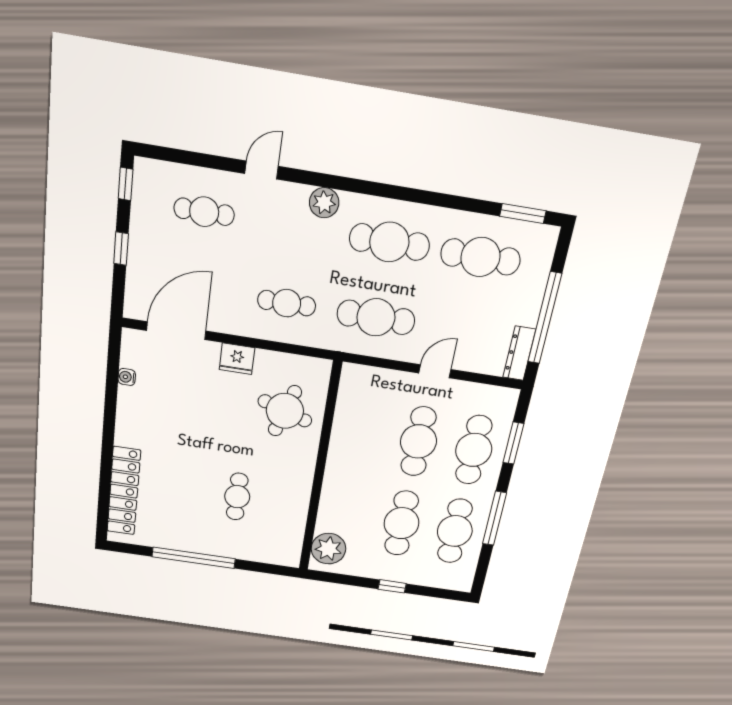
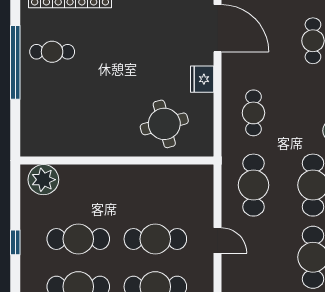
round table: (285, 411) -> (164, 124), turned -33
cafe table: (237, 497) -> (52, 52), moved

